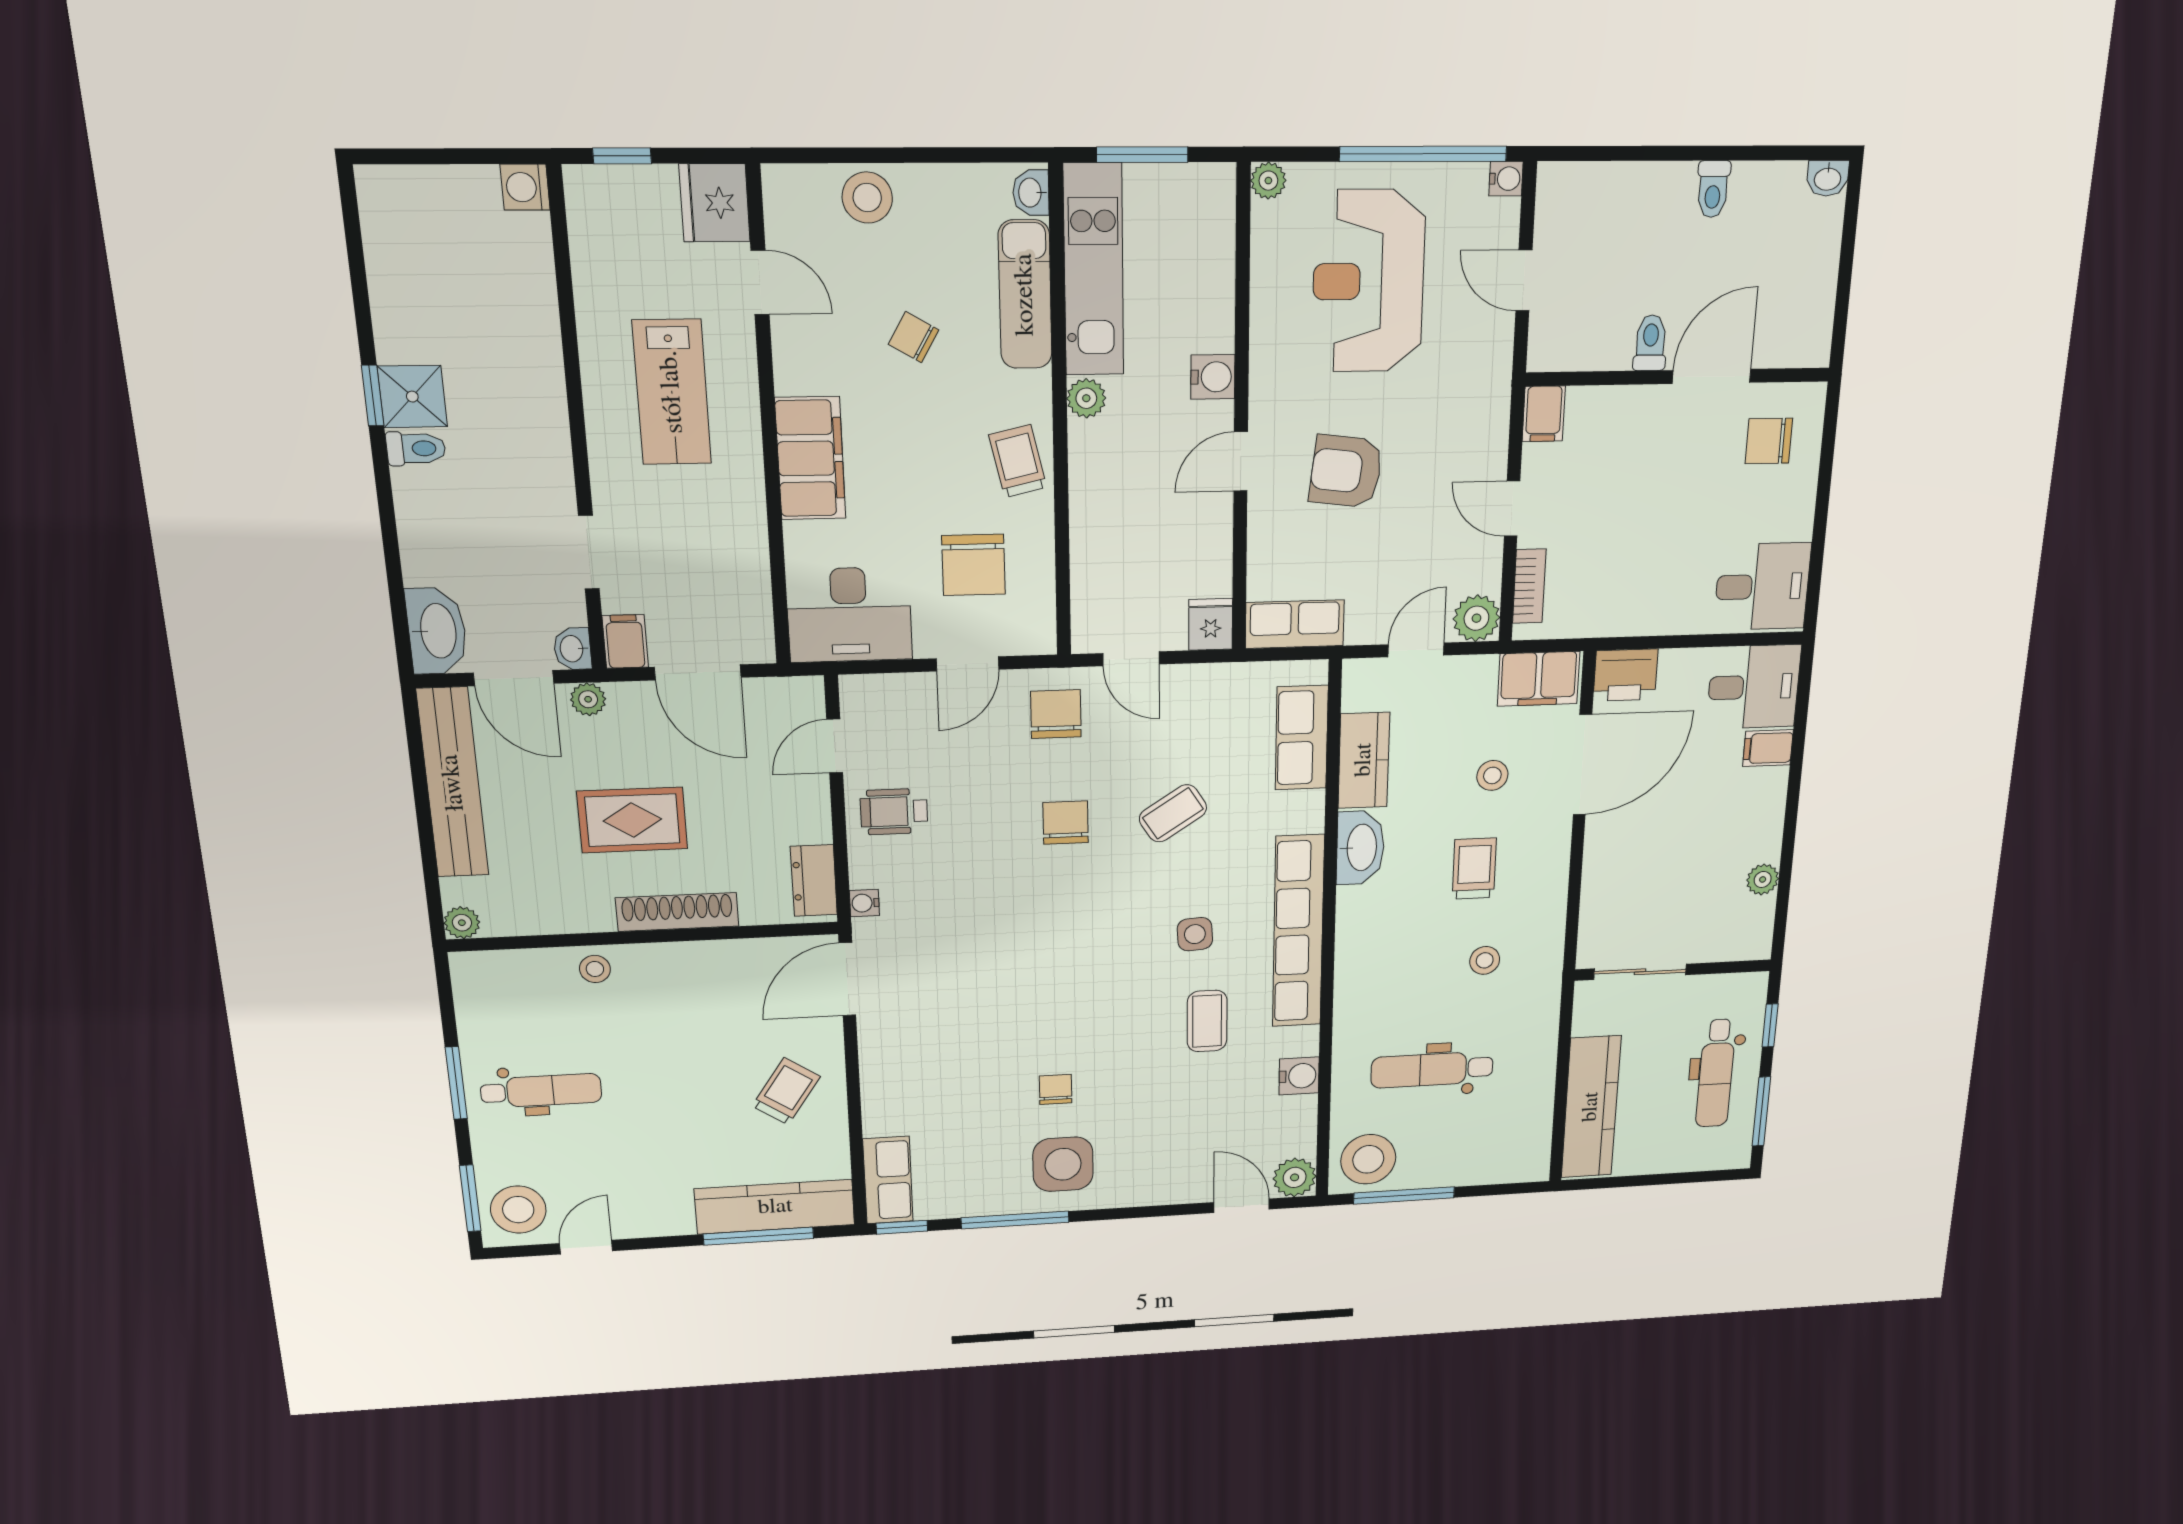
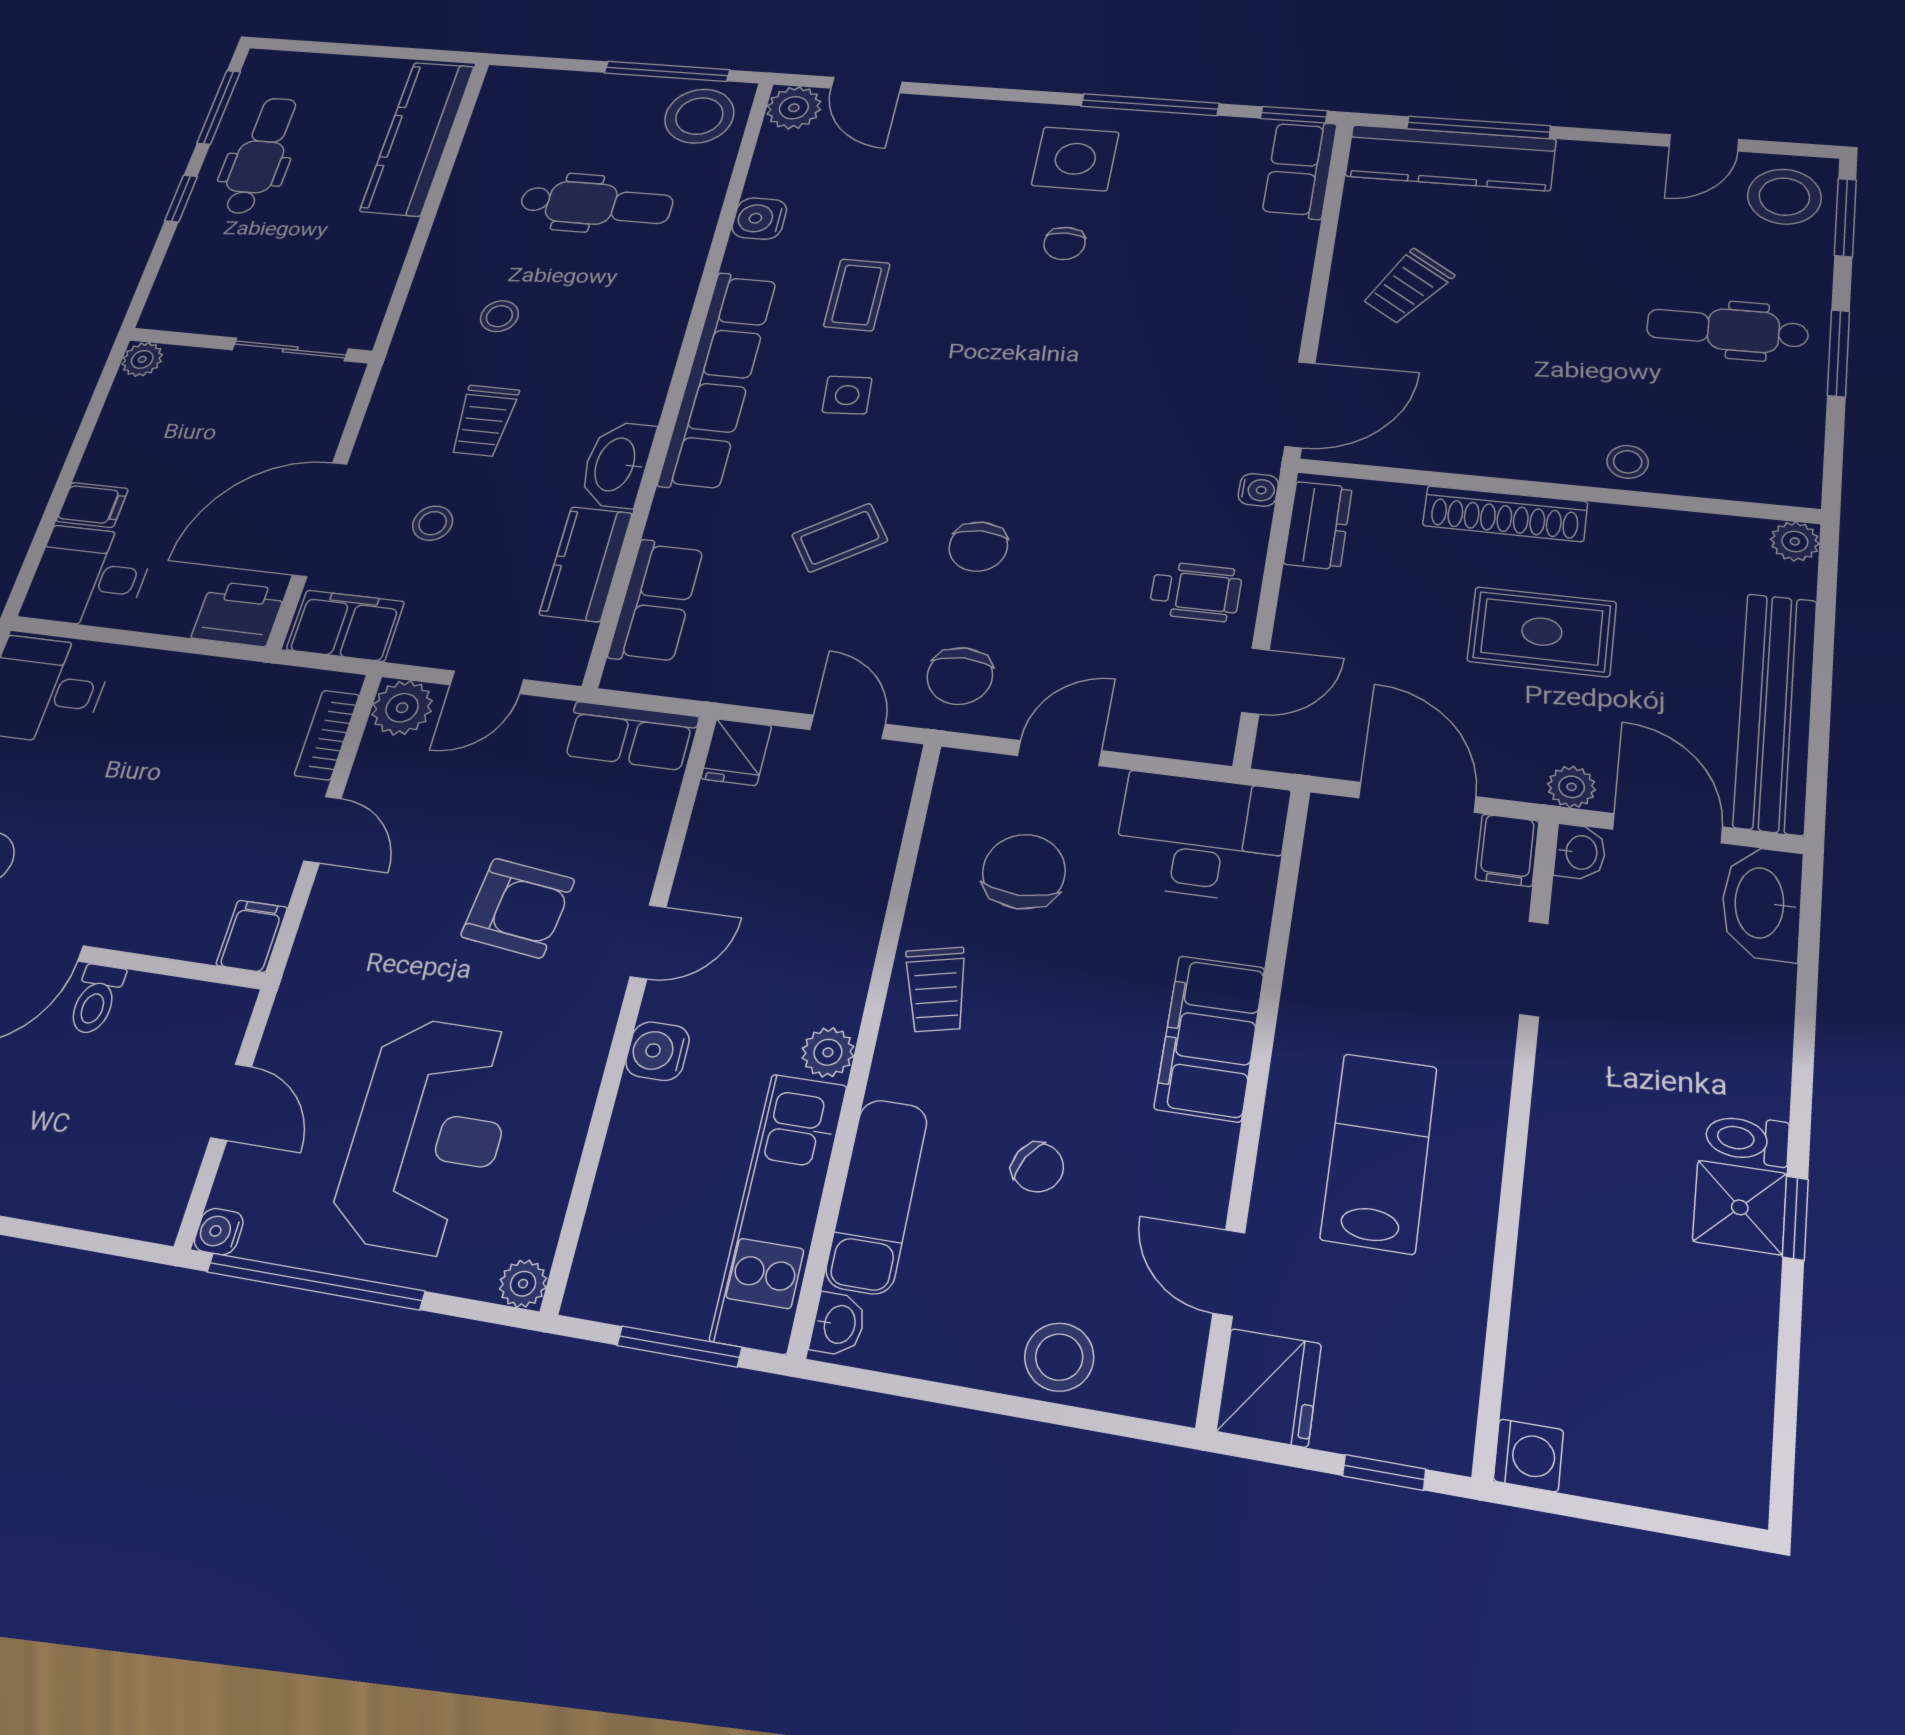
wall: (1673, 970) -> (250, 346), moved
sliding door: (1640, 972) -> (290, 349), moved

